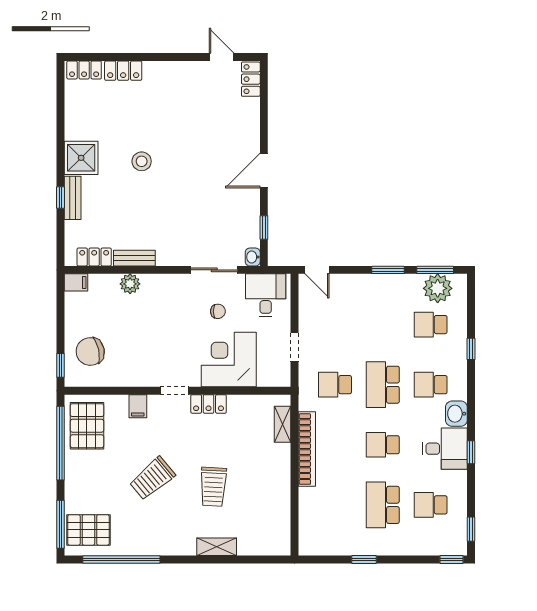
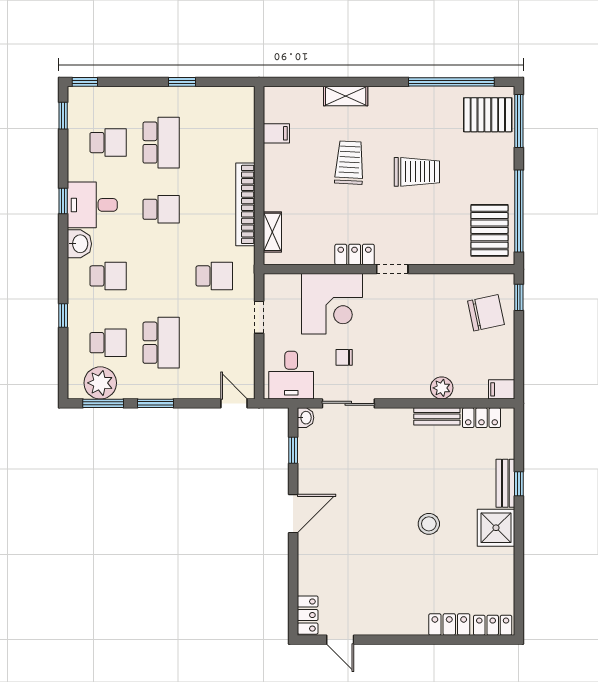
school desk: (383, 385) -> (161, 343), moved
filing cabinet: (138, 406) -> (276, 133), moved, turned 90
trolley: (152, 478) -> (417, 172), turned 40

